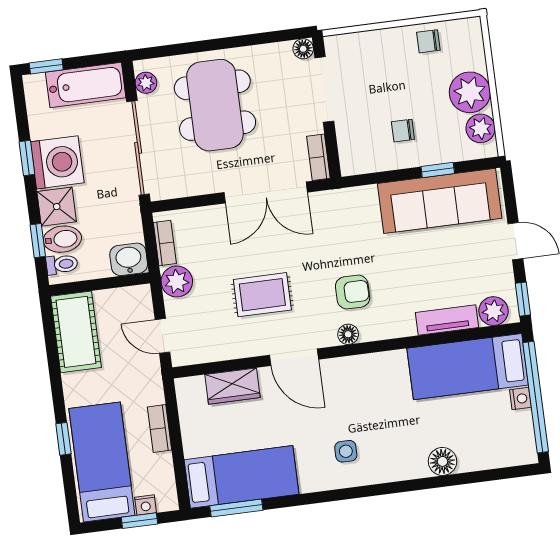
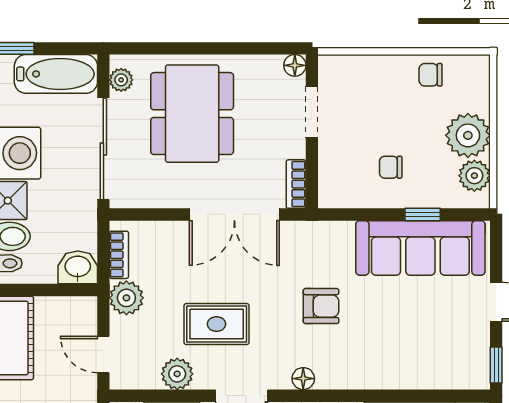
doorway: (324, 90) -> (312, 112), width x0.73
armchair: (353, 292) -> (321, 306), moved
plant: (493, 311) -> (177, 374), moved
tv unit: (447, 320) -> (412, 377), removed

